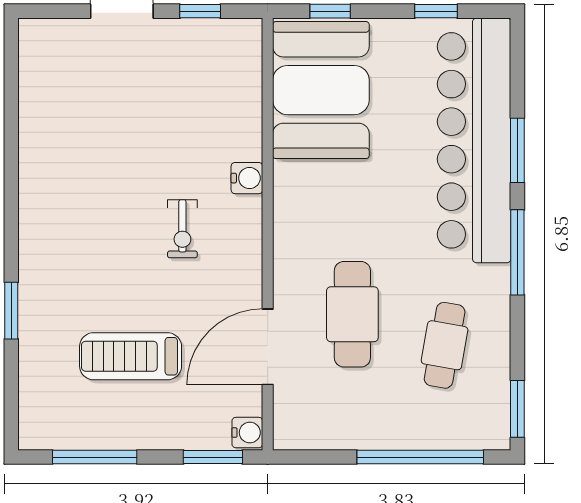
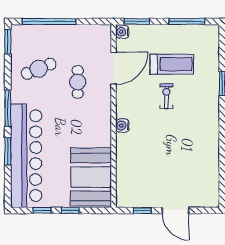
window: (330, 11) -> (70, 210), moved
water cooler: (247, 178) -> (122, 126), moved
exercise bike: (182, 229) -> (166, 96), moved
cafe table: (352, 314) -> (78, 82), width x0.73, depth x0.74
cafe table: (445, 345) -> (39, 69), turned 58

